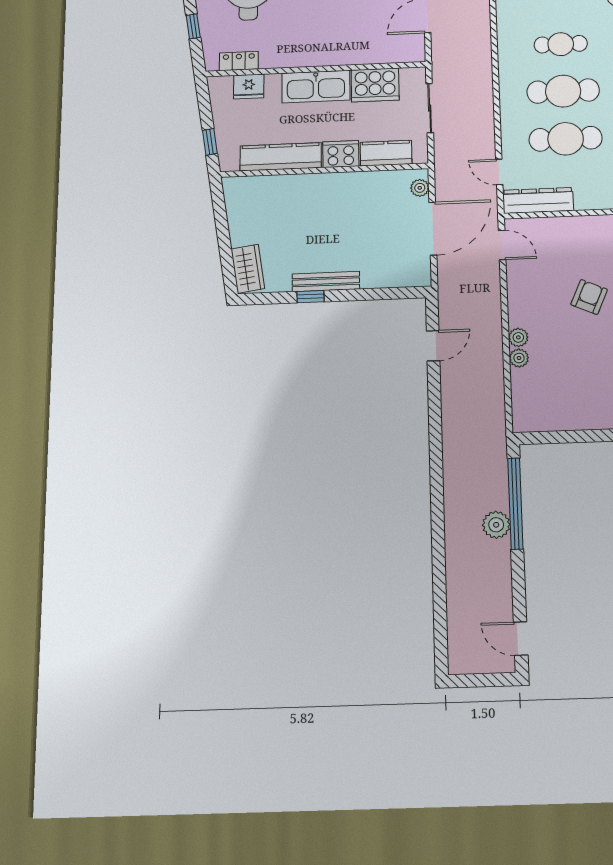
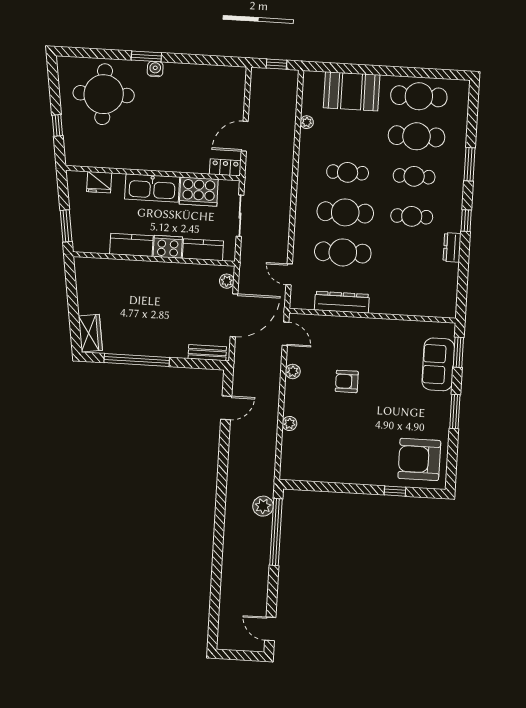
locker: (239, 61) -> (225, 167), moved
window: (210, 142) -> (66, 226), width x1.50
kitchen counter: (281, 157) -> (131, 245), width x0.67
dresser: (538, 200) -> (342, 302), moved
bench: (326, 281) -> (207, 353), moved, width x0.73
window: (311, 297) -> (137, 360), width x3.17
armchair: (589, 297) -> (347, 381), turned -114
plant: (518, 337) -> (293, 371), moved
plant: (496, 525) -> (263, 506), moved

